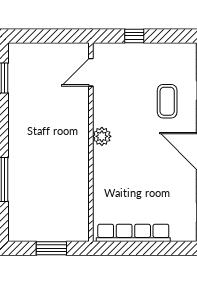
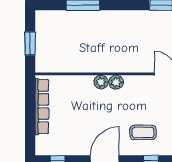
plant: (102, 156) -> (101, 82), added

